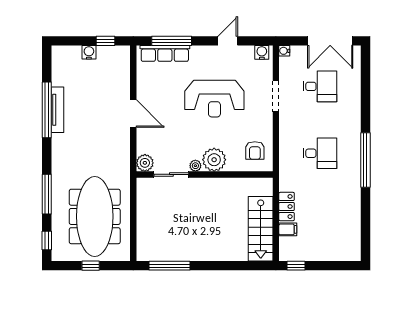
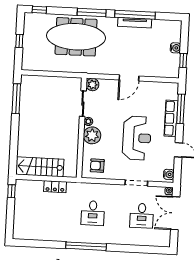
double door: (330, 41) -> (175, 213), moved
row of seats: (165, 53) -> (171, 118), moved
reception desk: (214, 99) -> (137, 138), turned 180
window: (47, 194) -> (92, 12), moved
meeting table: (95, 216) -> (76, 37), moved
filing cabinet: (288, 229) -> (38, 187), removed

